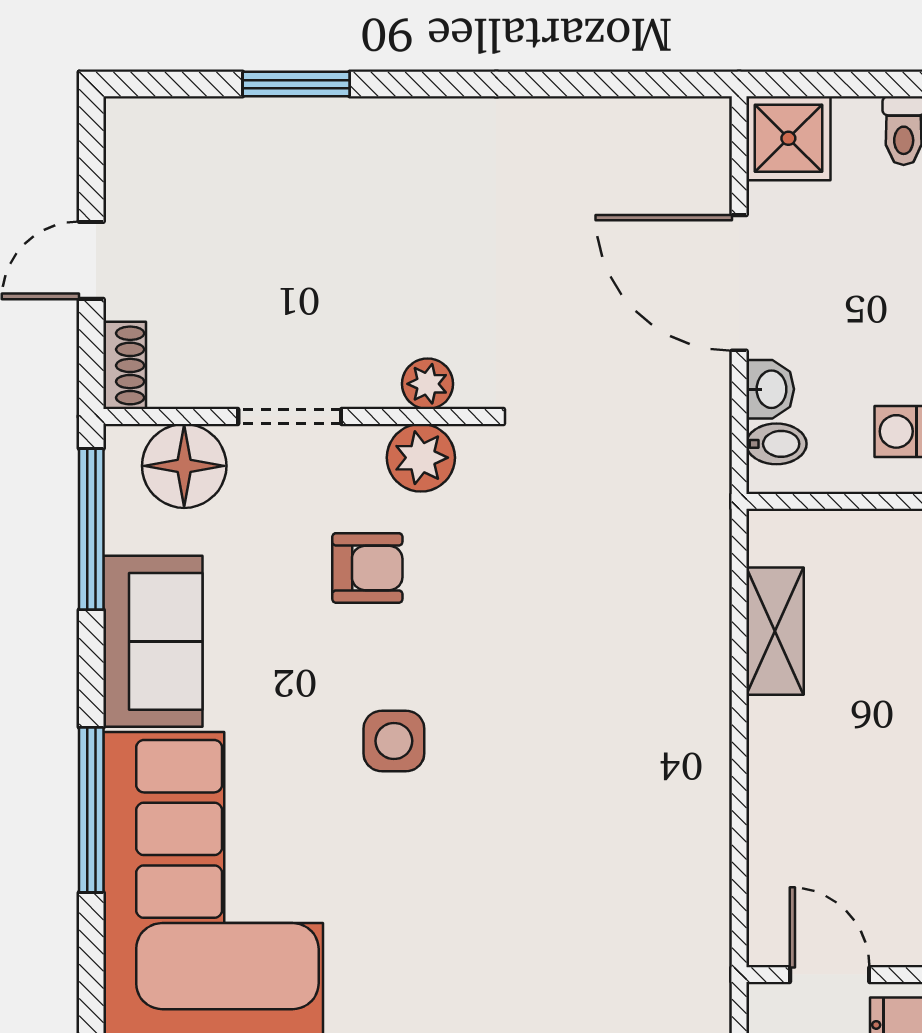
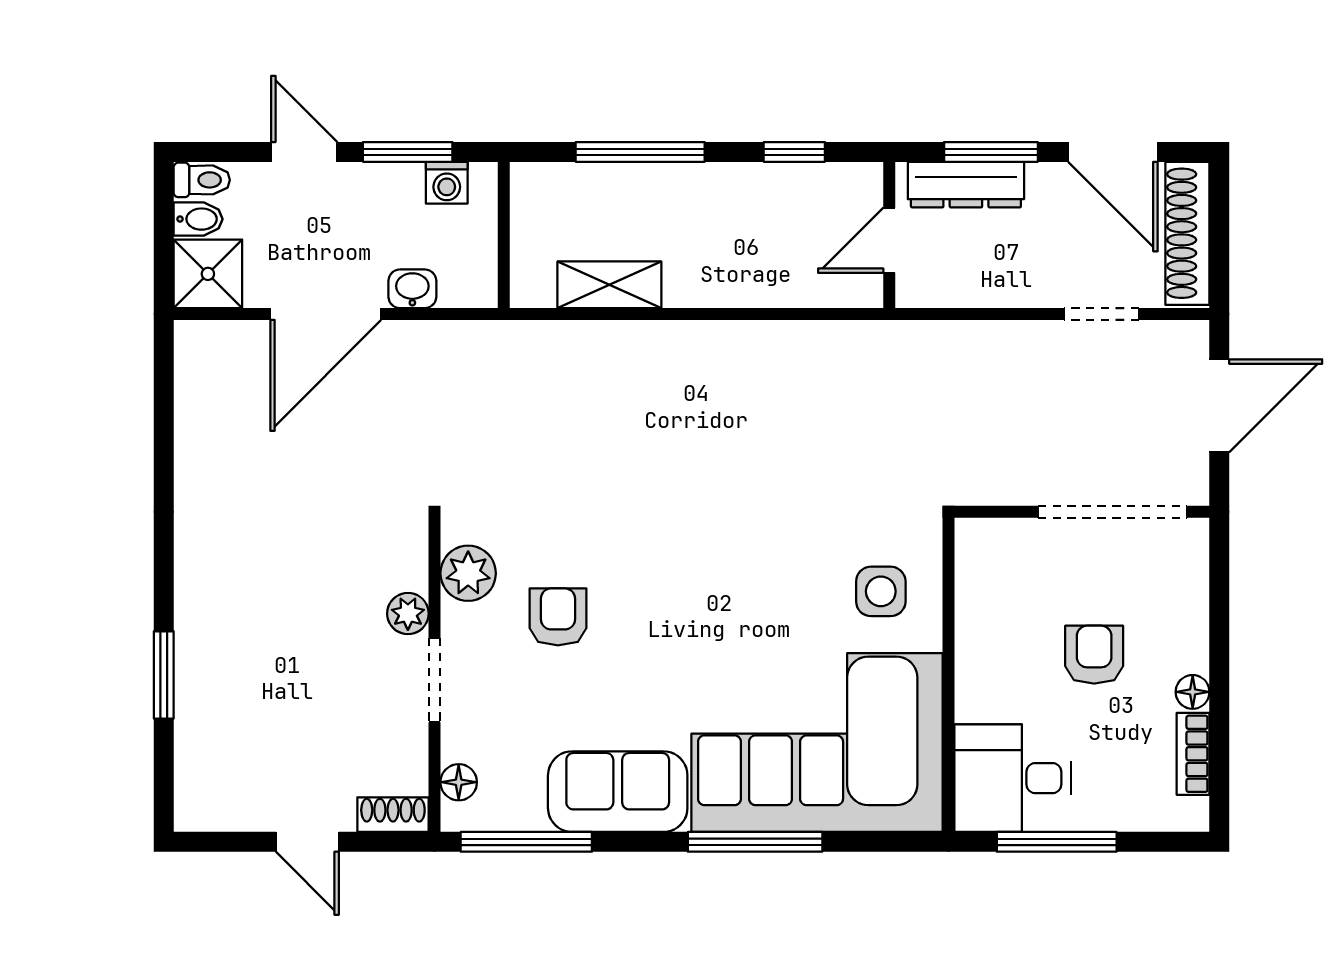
plant: (428, 384) -> (408, 614), moved
bidet: (776, 444) -> (198, 219), moved, turned 90
floor lamp: (184, 466) -> (459, 782), width x0.53, depth x0.53
side table: (394, 741) -> (881, 591), moved

